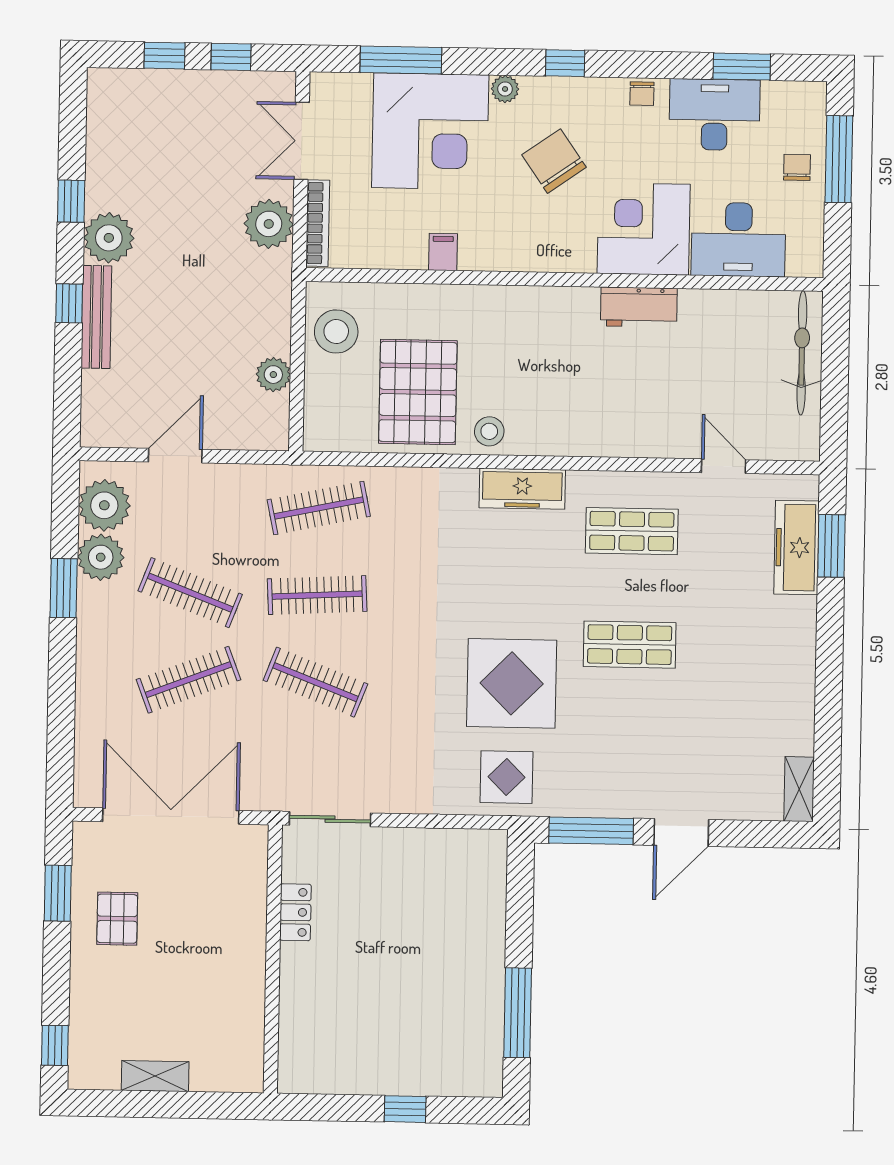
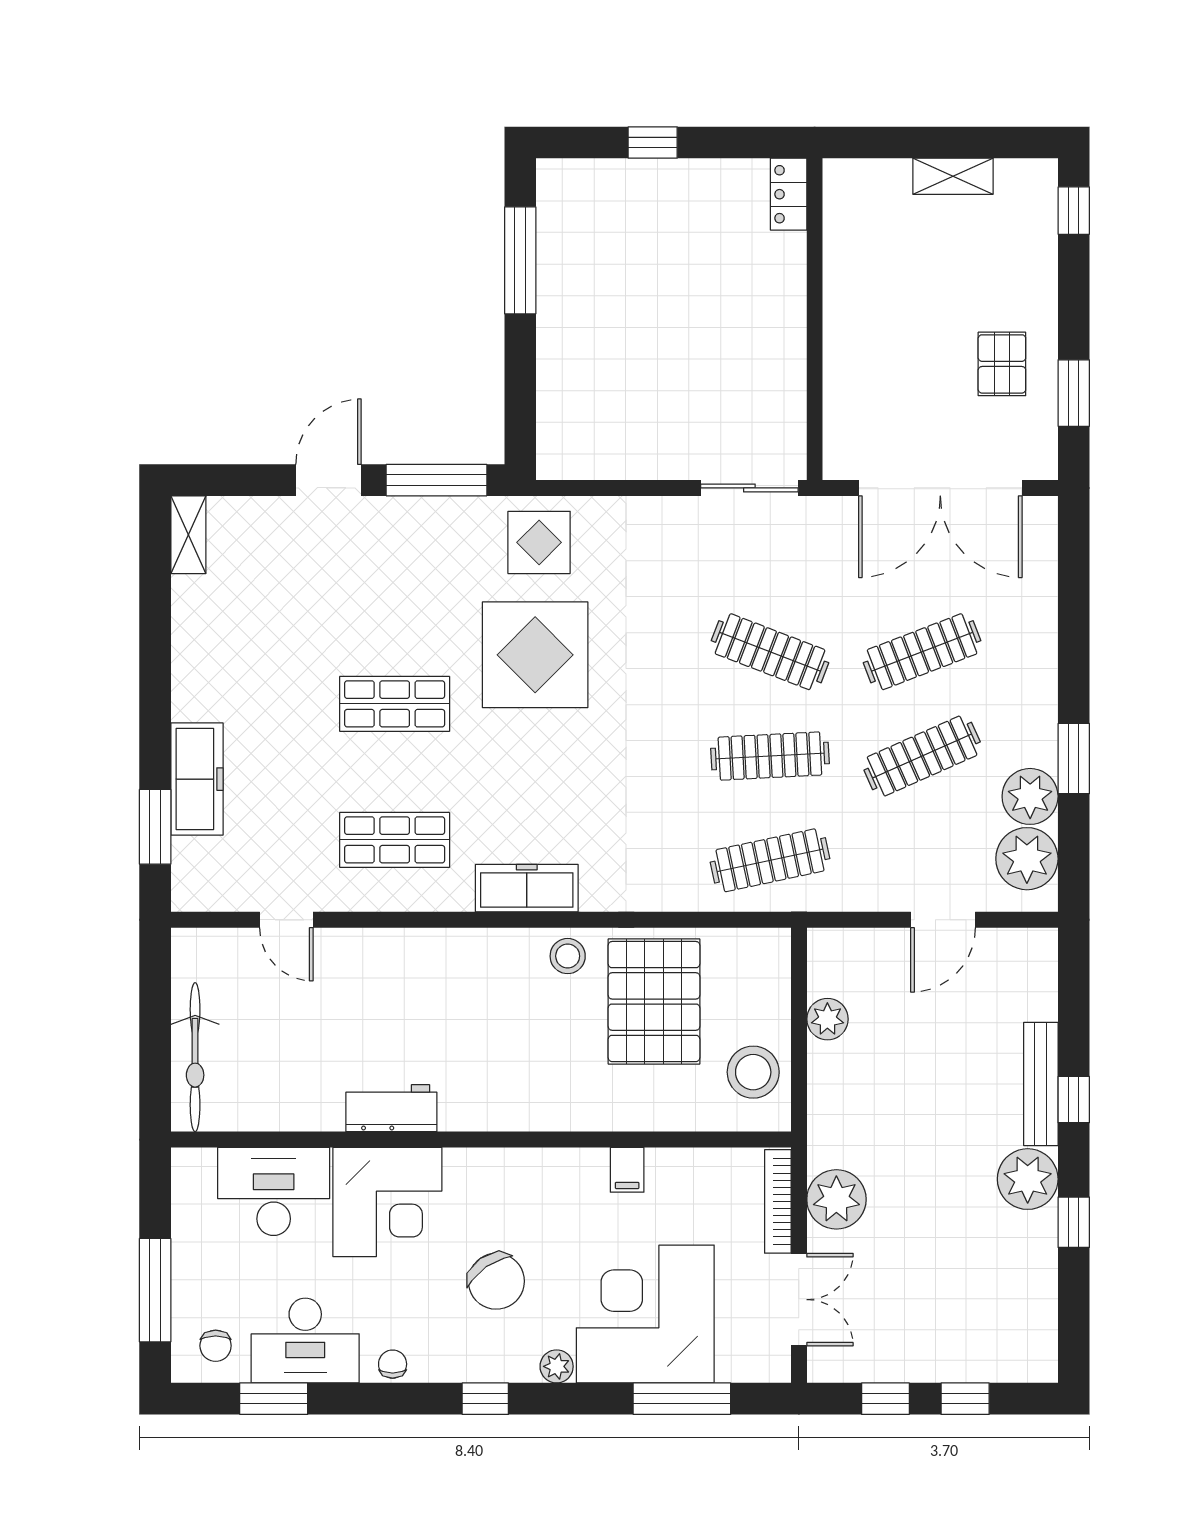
chair: (797, 167) -> (216, 1346), moved
freezer: (797, 547) -> (197, 779), moved
clothes rail: (190, 593) -> (922, 756), turned -45
locker: (295, 912) -> (789, 194), moved

